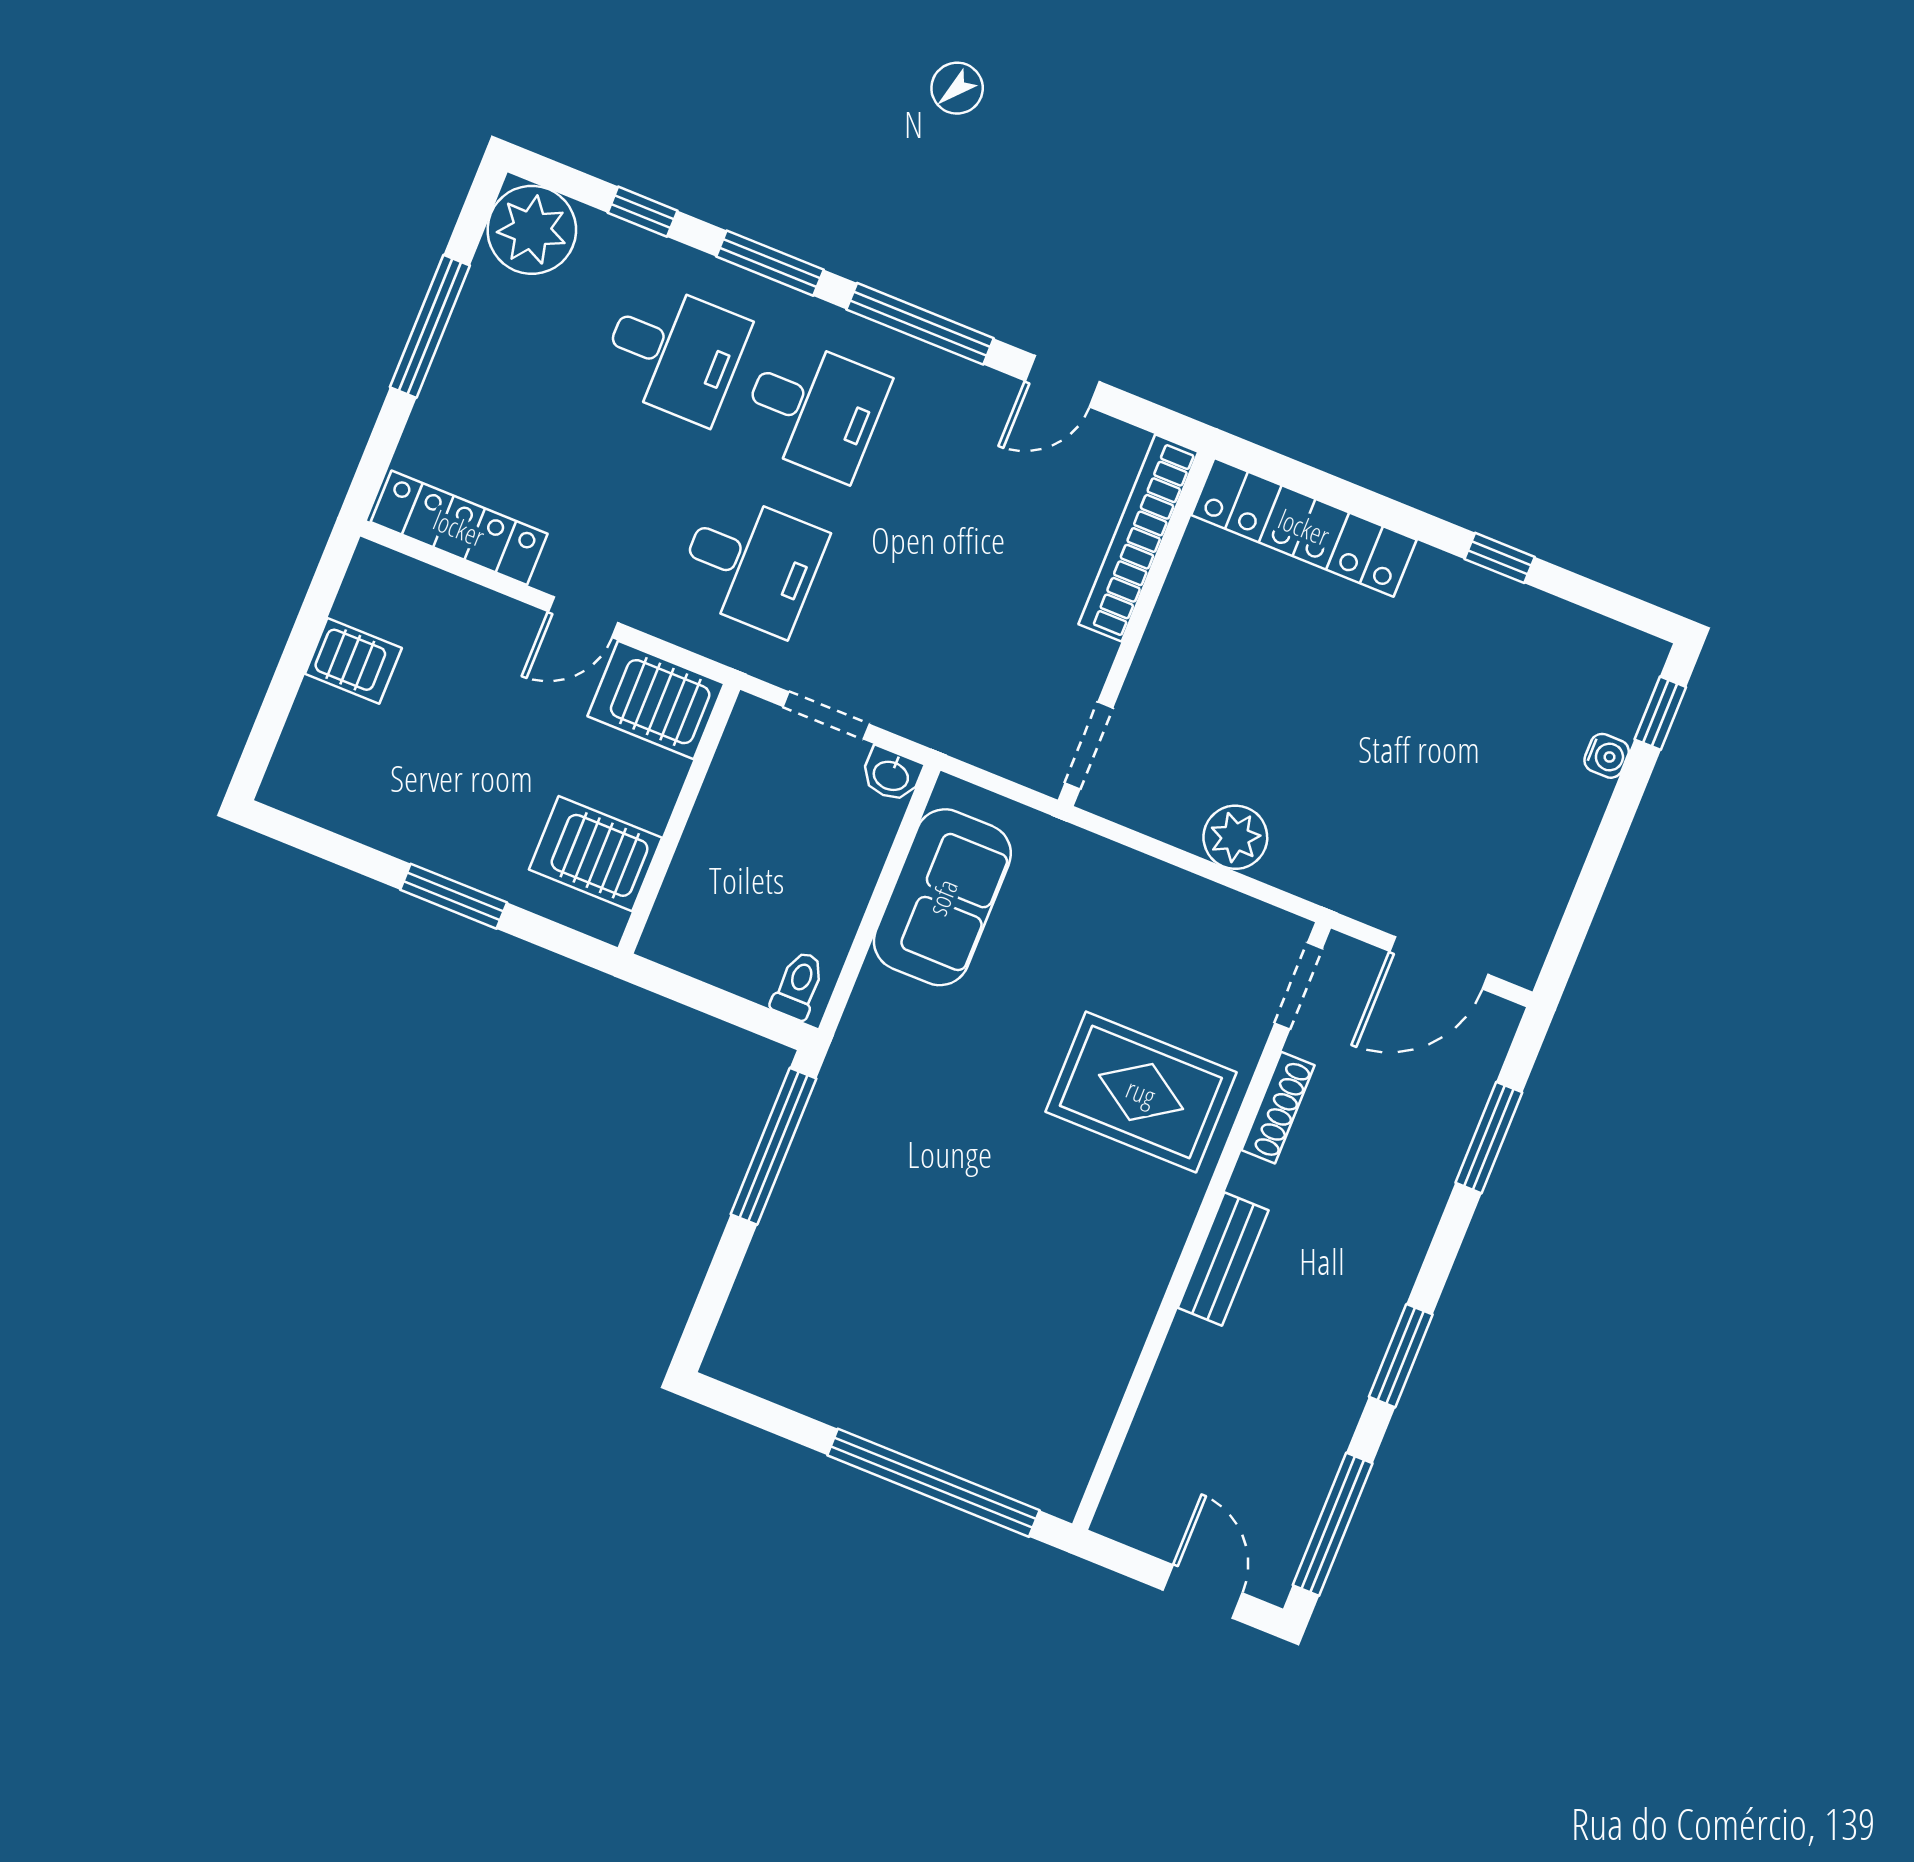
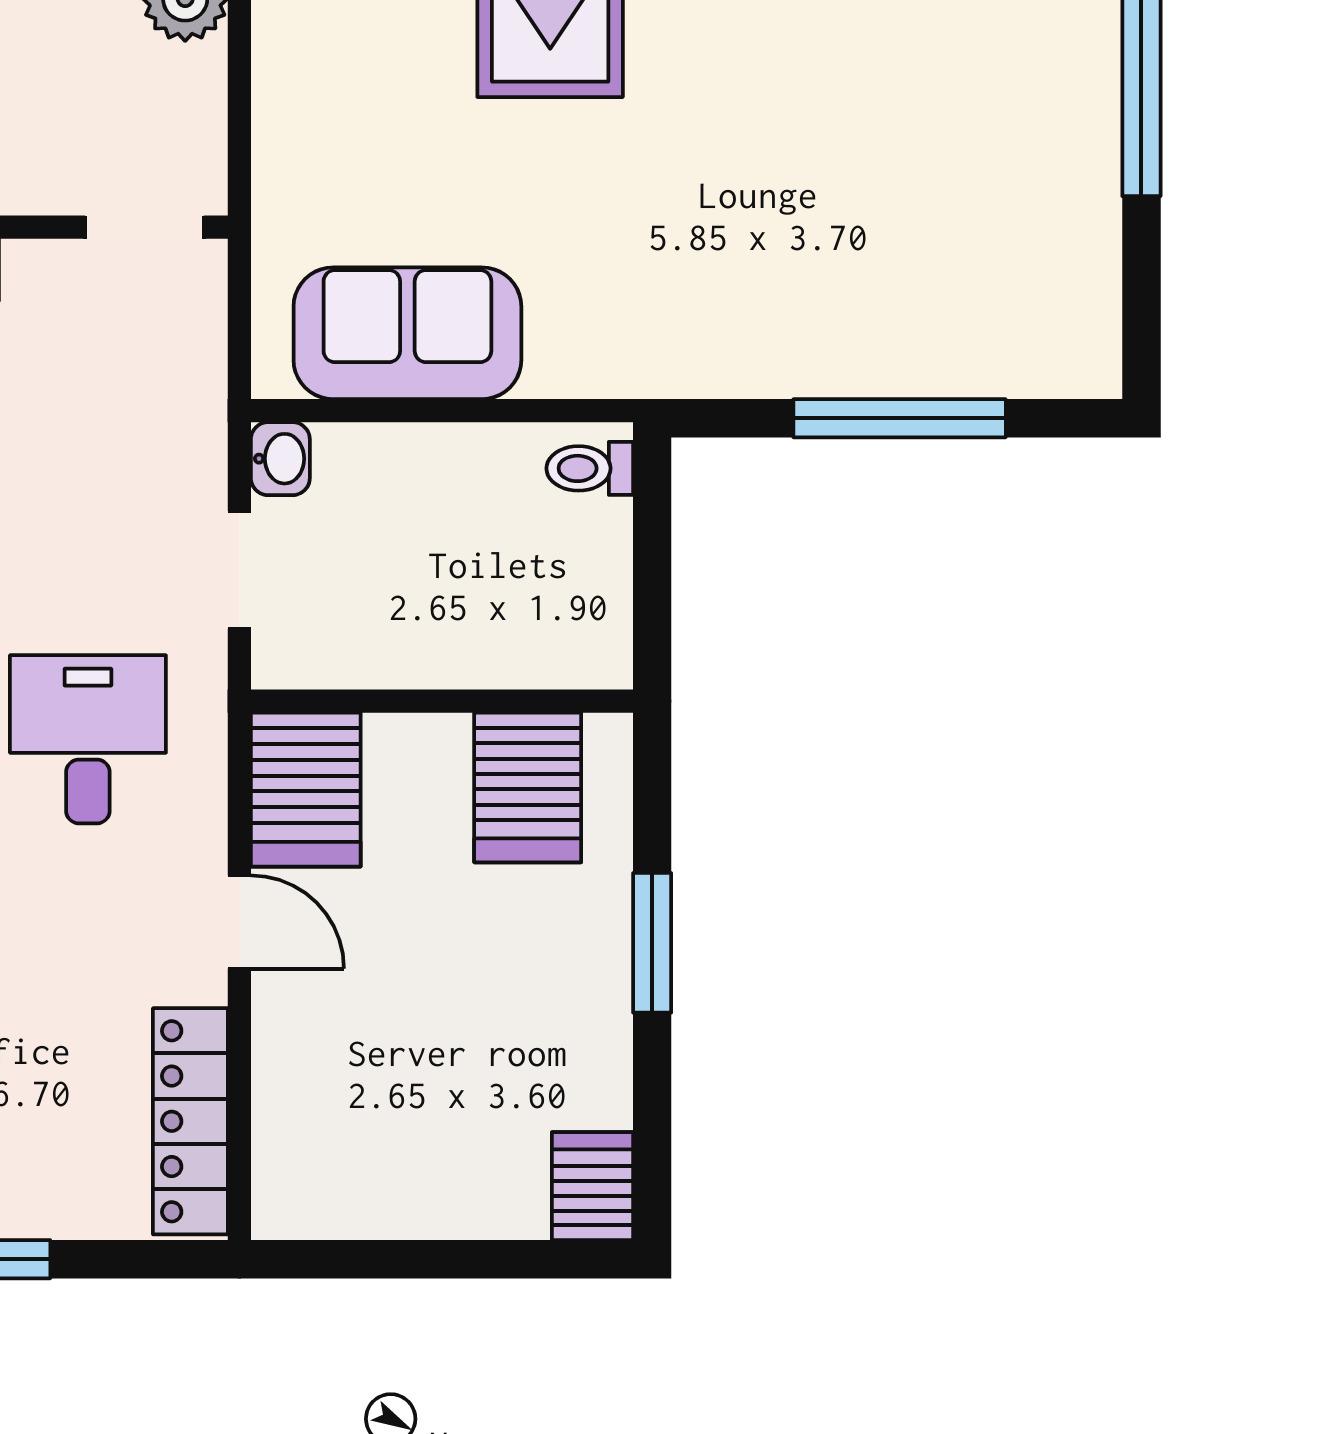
server rack: (353, 661) -> (592, 1186), moved
window: (774, 1146) -> (900, 418), moved

